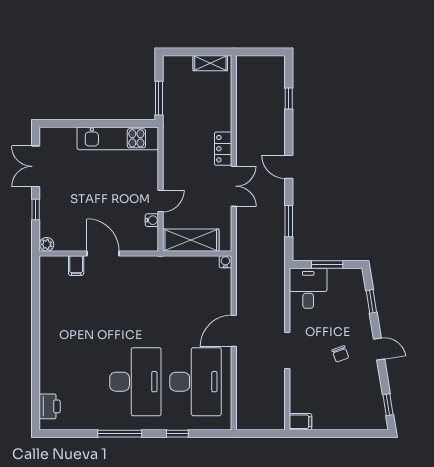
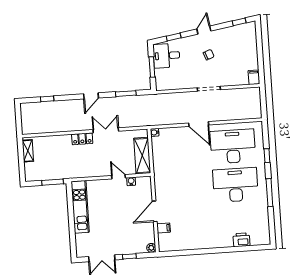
desk: (308, 288) -> (166, 56), moved
printer: (50, 406) -> (241, 240), moved

